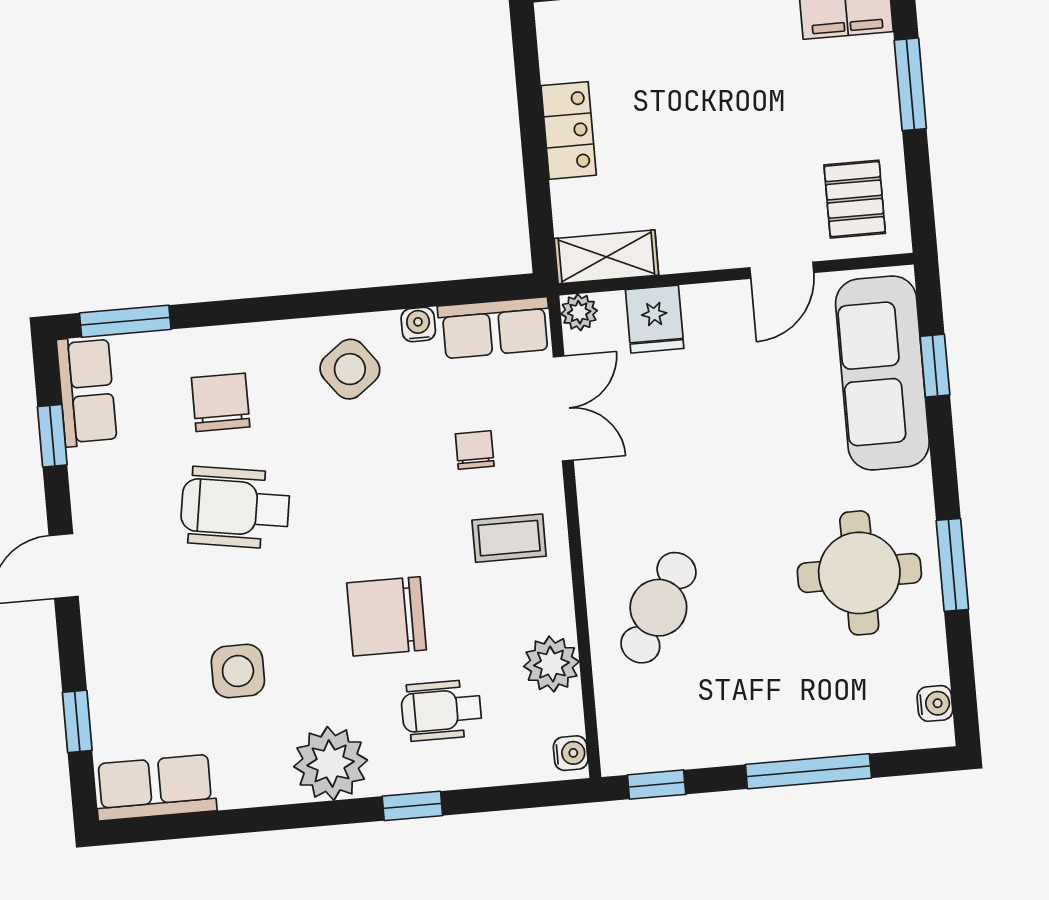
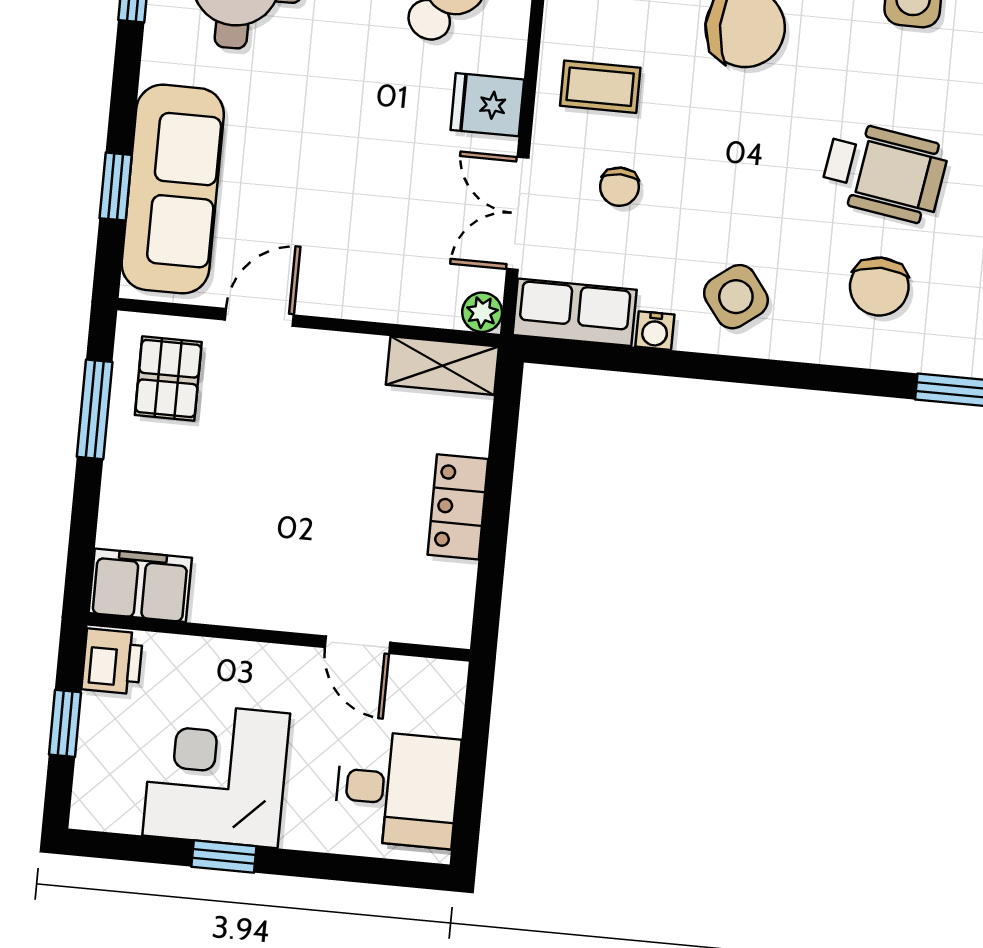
window: (910, 84) -> (95, 409), moved
fridge: (655, 319) -> (487, 105), moved, turned -90

